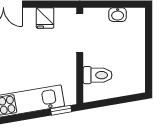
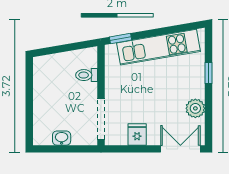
toilet: (98, 75) -> (87, 75), width x0.73, depth x0.72

